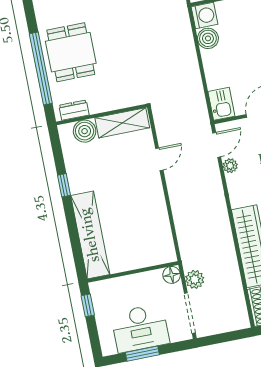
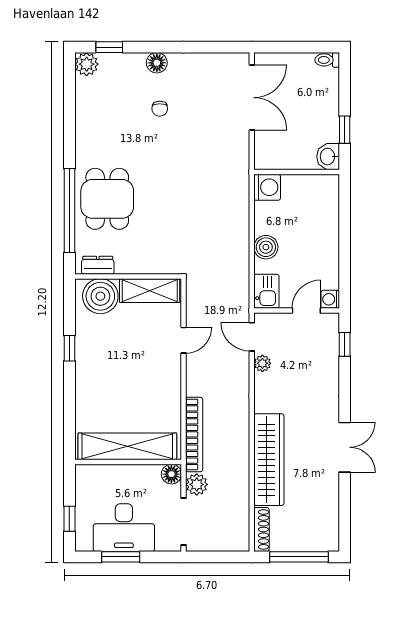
boiler: (208, 38) -> (266, 247), moved
boiler: (85, 131) -> (100, 296), width x1.37, depth x1.37
door: (217, 145) -> (252, 337), swing flipped
shelving: (90, 235) -> (127, 446), moved, turned 90
bookcase: (184, 237) -> (194, 434), added
window: (88, 305) -> (69, 519), moved

